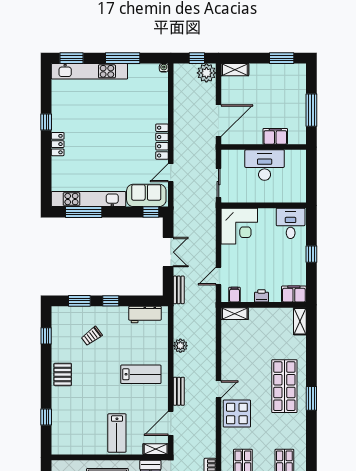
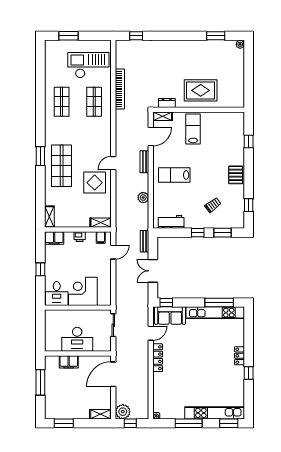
corner desk: (239, 226) -> (83, 291), moved
display table: (237, 414) -> (95, 183), moved

